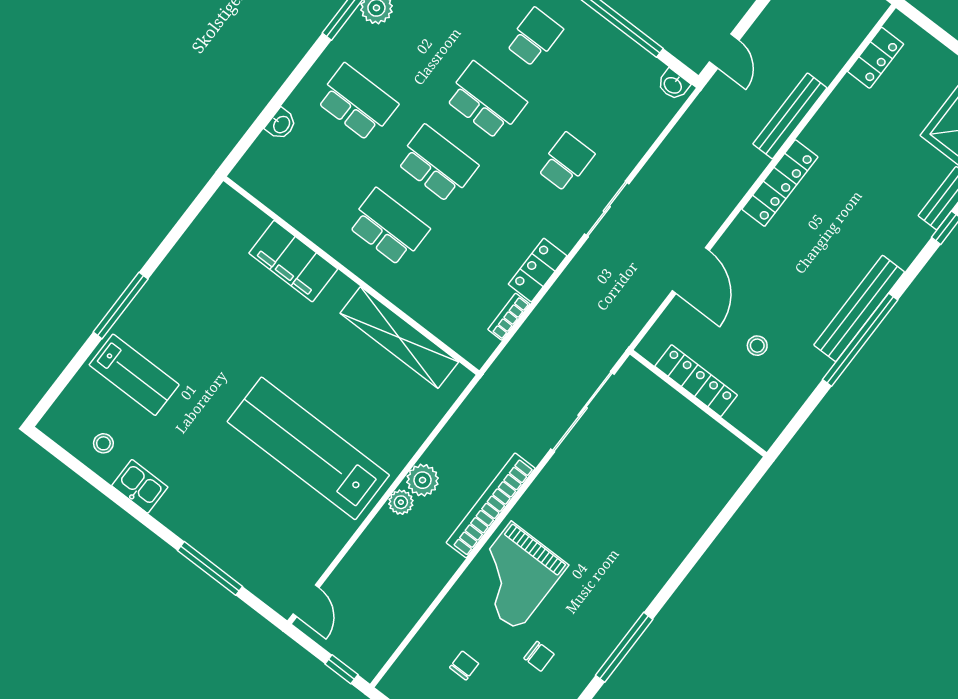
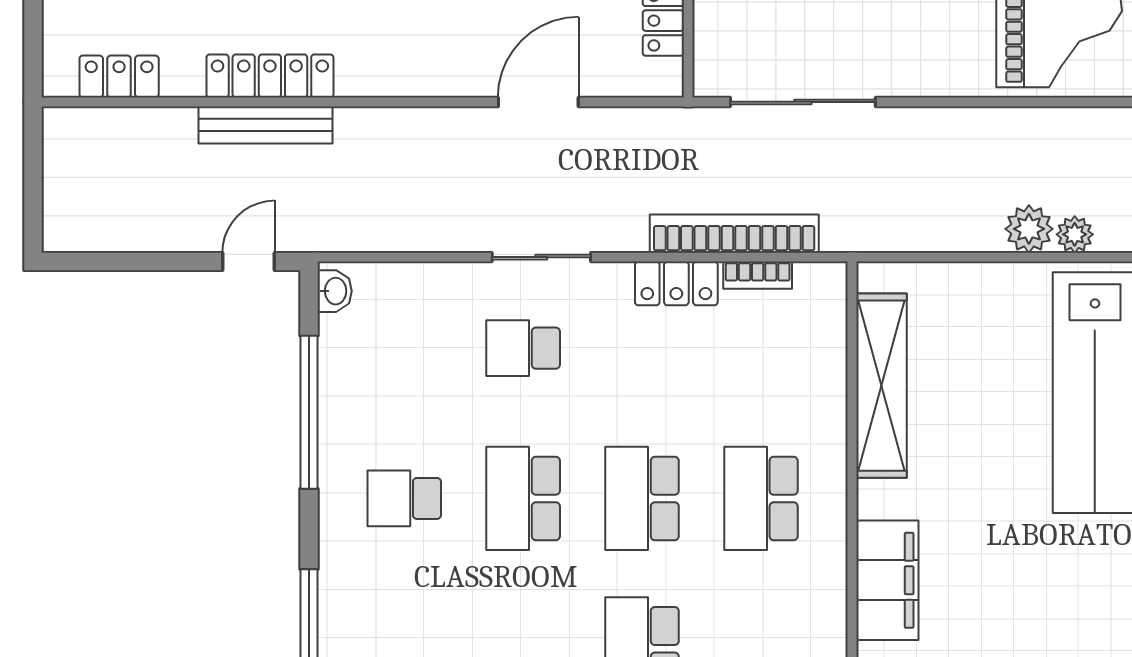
locker: (780, 183) -> (270, 76), moved
bookcase: (491, 505) -> (734, 234), moved, turned 180

